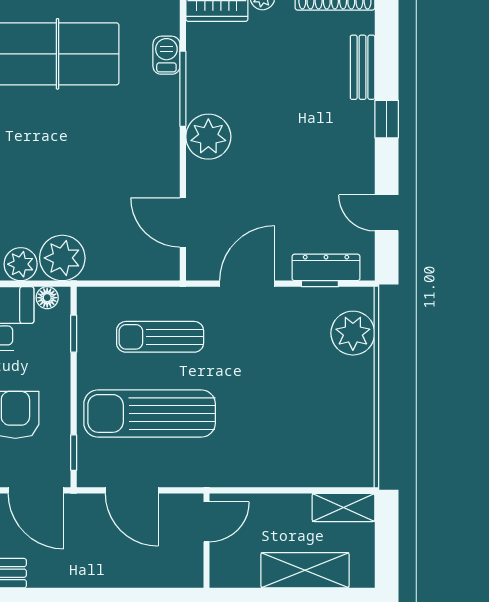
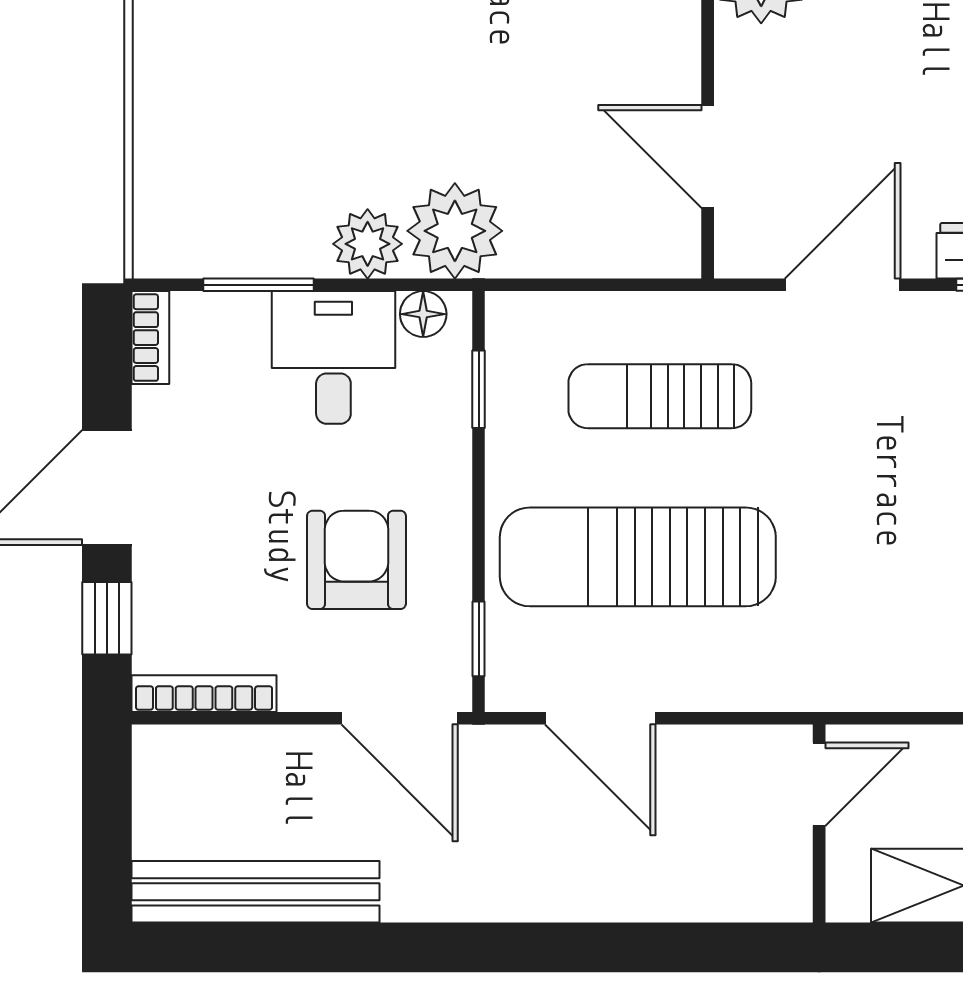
door: (206, 522) -> (819, 784), moved
wall: (206, 541) -> (819, 824), moved

